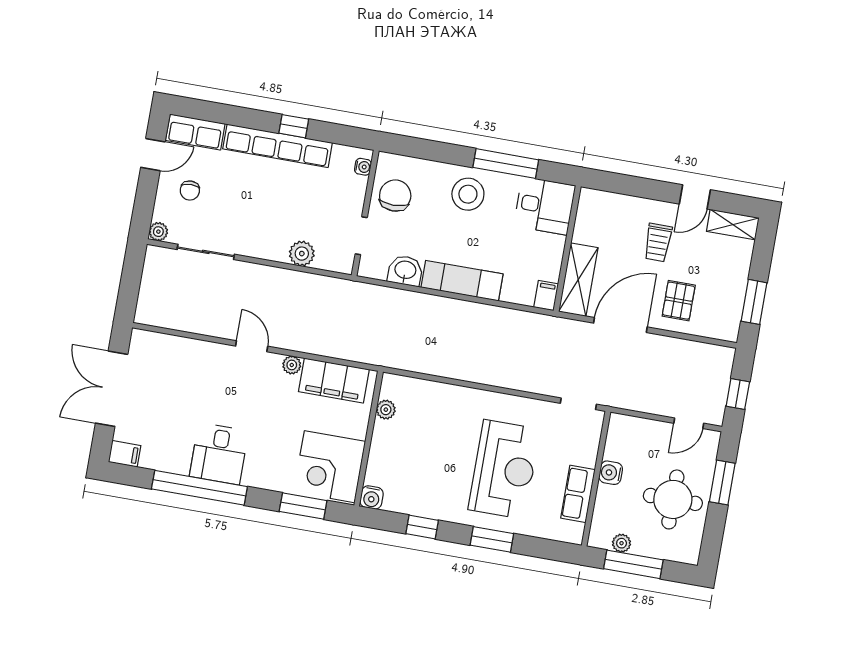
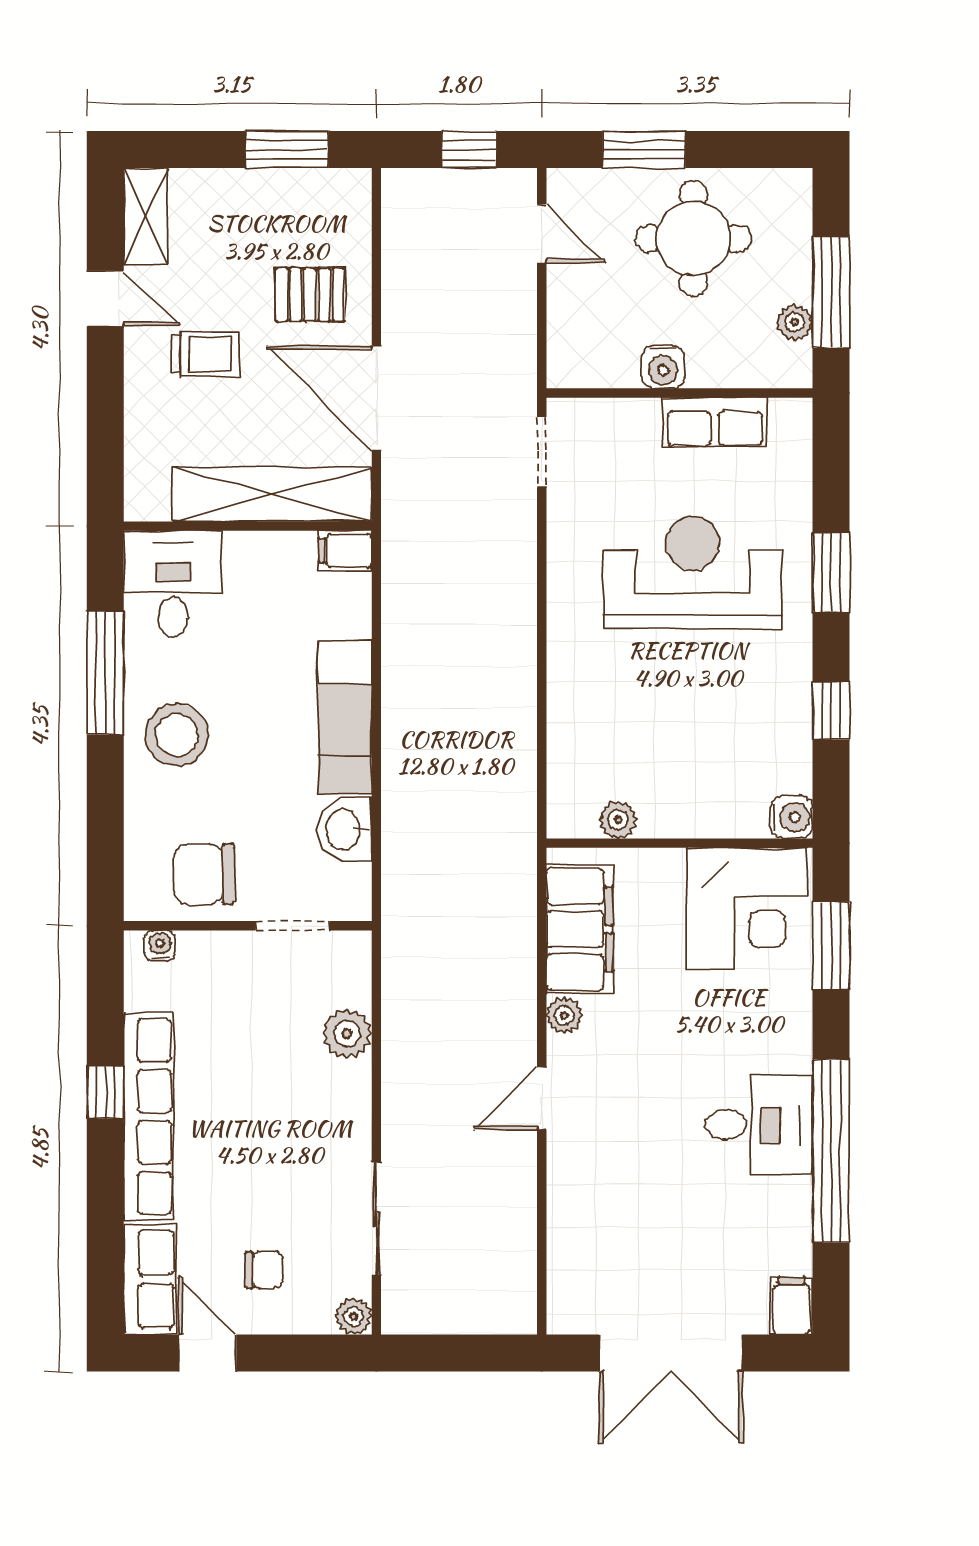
shelving: (578, 280) -> (272, 494), width x1.47

